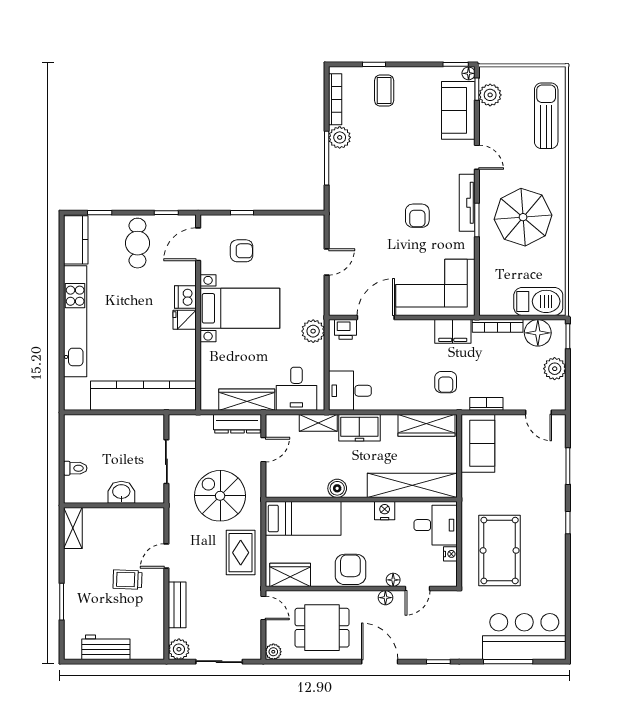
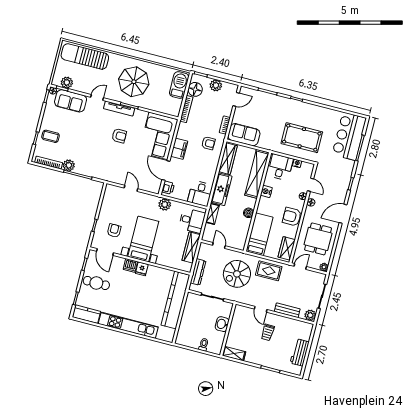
sun lounger: (546, 116) -> (85, 56), width x1.36, depth x1.34
filing cabinet: (453, 331) -> (179, 149), moved
dresser: (237, 424) -> (198, 272), moved
freezer: (359, 428) -> (221, 189), width x1.40

